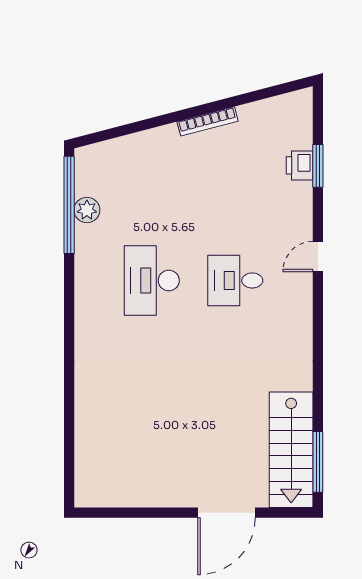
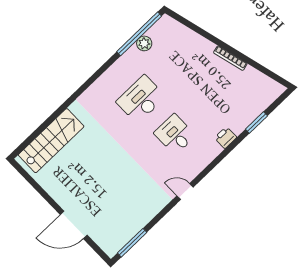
printer: (300, 165) -> (226, 138), moved
door: (318, 256) -> (185, 191), moved
stairs: (291, 450) -> (51, 141), moved, turned 180

